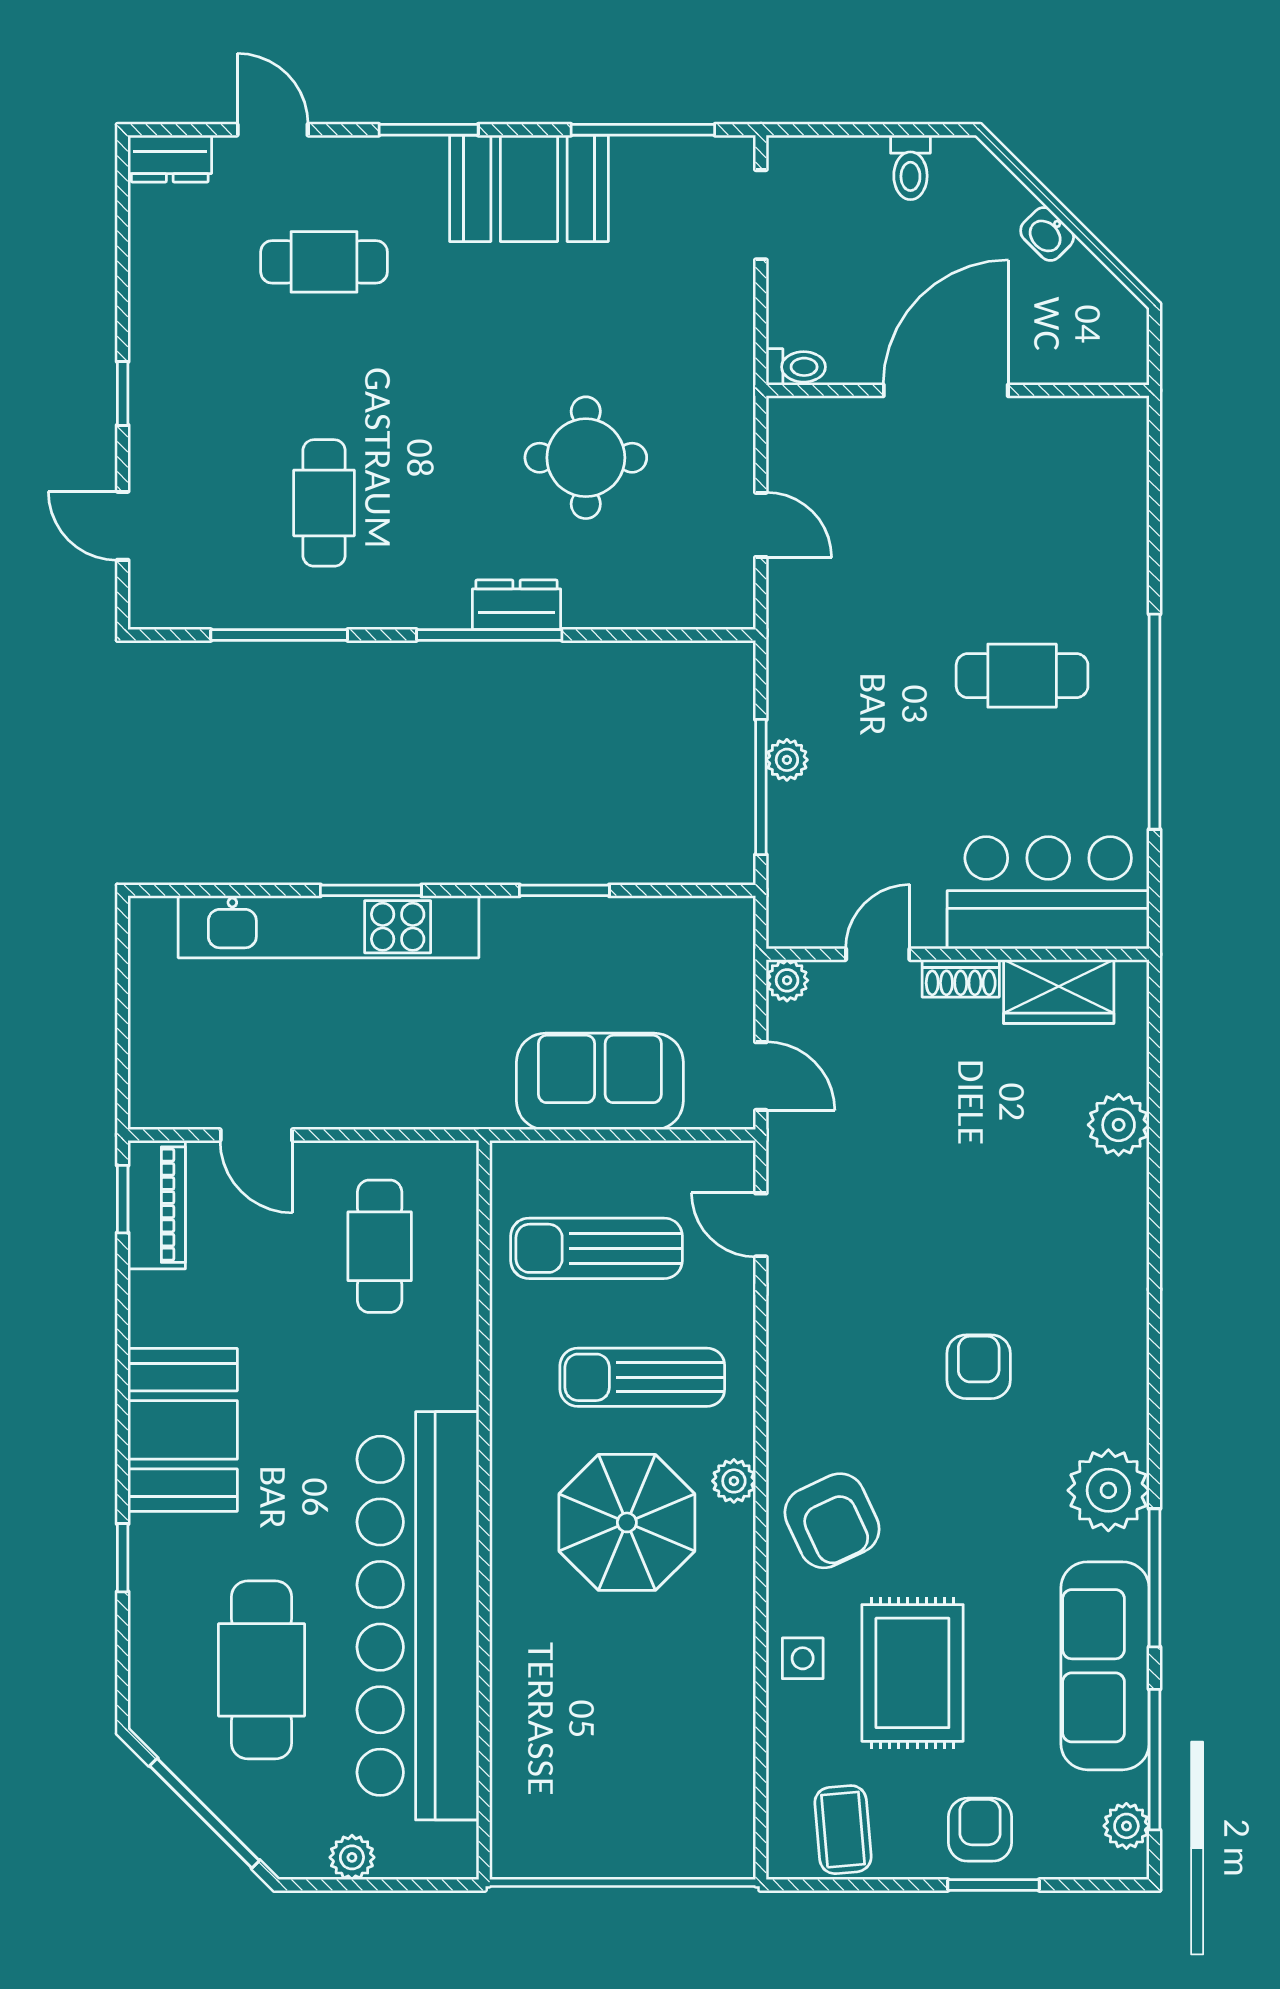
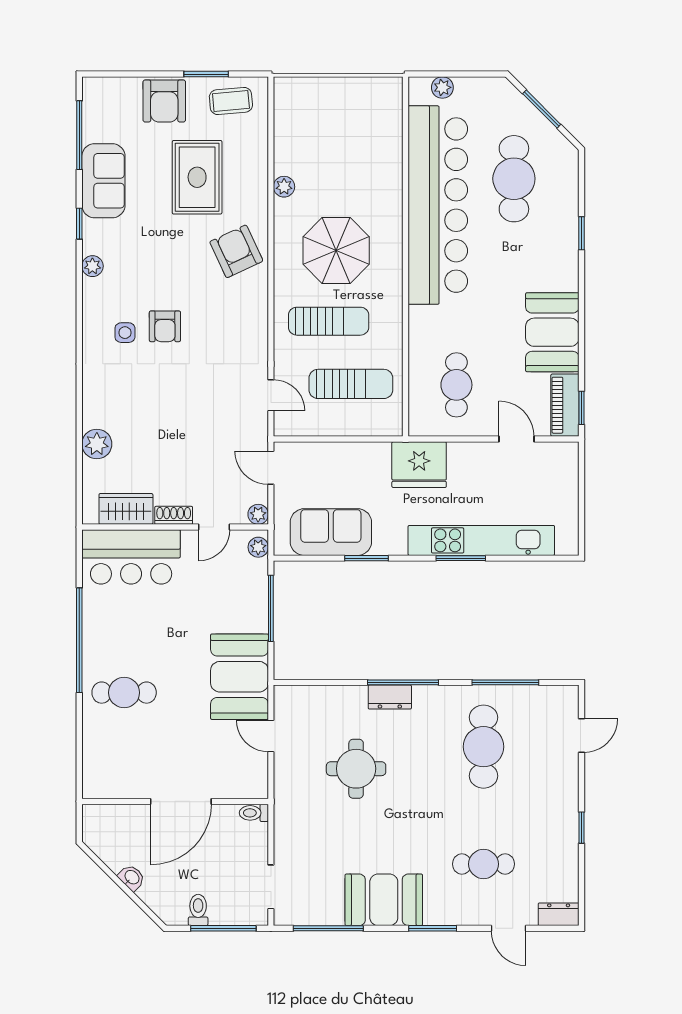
window: (859, 130) -> (223, 928), added
window: (123, 393) -> (582, 828), moved
cafe table: (324, 503) -> (483, 747), width x1.37, depth x1.35
door: (123, 526) -> (582, 736), hinge flipped
booth: (825, 647) -> (239, 677), added
cafe table: (1022, 676) -> (124, 693), moved
plant: (787, 760) -> (258, 547), moved
sofa: (600, 1081) -> (331, 532), moved, turned 180
fridge: (456, 1082) -> (419, 465), added
booth: (183, 1430) -> (552, 332), moved
plant: (734, 1481) -> (284, 187), moved
plant: (1108, 1490) -> (92, 266), width x0.53, depth x0.53
window: (1154, 1578) -> (79, 224), width x0.46
side table: (803, 1658) -> (125, 333), moved
sofa: (1105, 1666) -> (103, 181), width x0.73
window: (205, 1813) -> (542, 109), width x0.69
plant: (1126, 1826) -> (93, 103), removed
coffee table: (843, 1830) -> (231, 101), turned 90
armchair: (980, 1830) -> (164, 101), width x1.38, depth x1.38
plant: (352, 1857) -> (442, 87), moved
window: (994, 1885) -> (206, 74), moved

